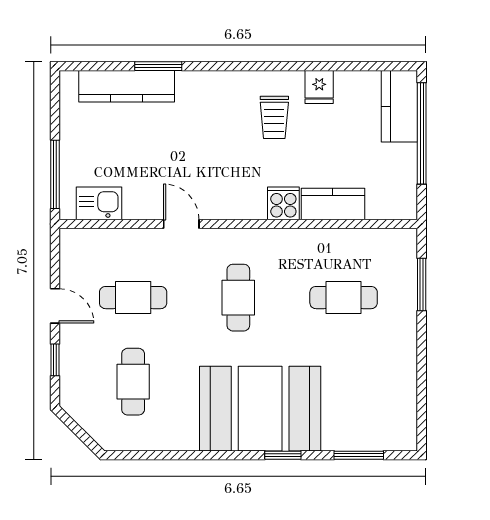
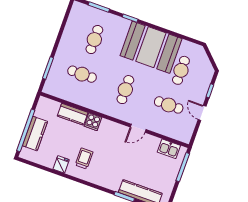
kitchen counter: (399, 106) -> (35, 134), moved
door: (181, 224) -> (138, 128), hinge flipped
cafe table: (344, 382) -> (94, 40), added
booth: (260, 409) -> (151, 47), moved

